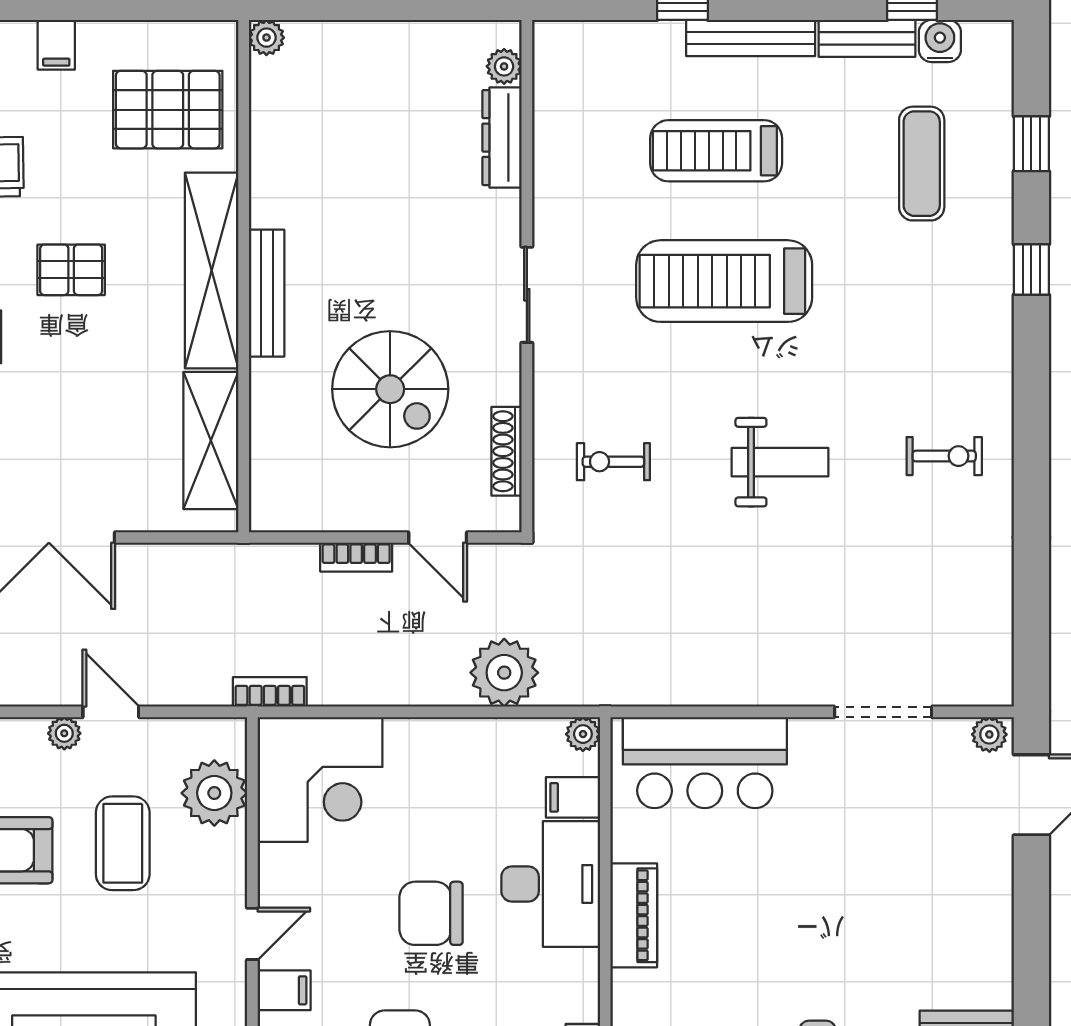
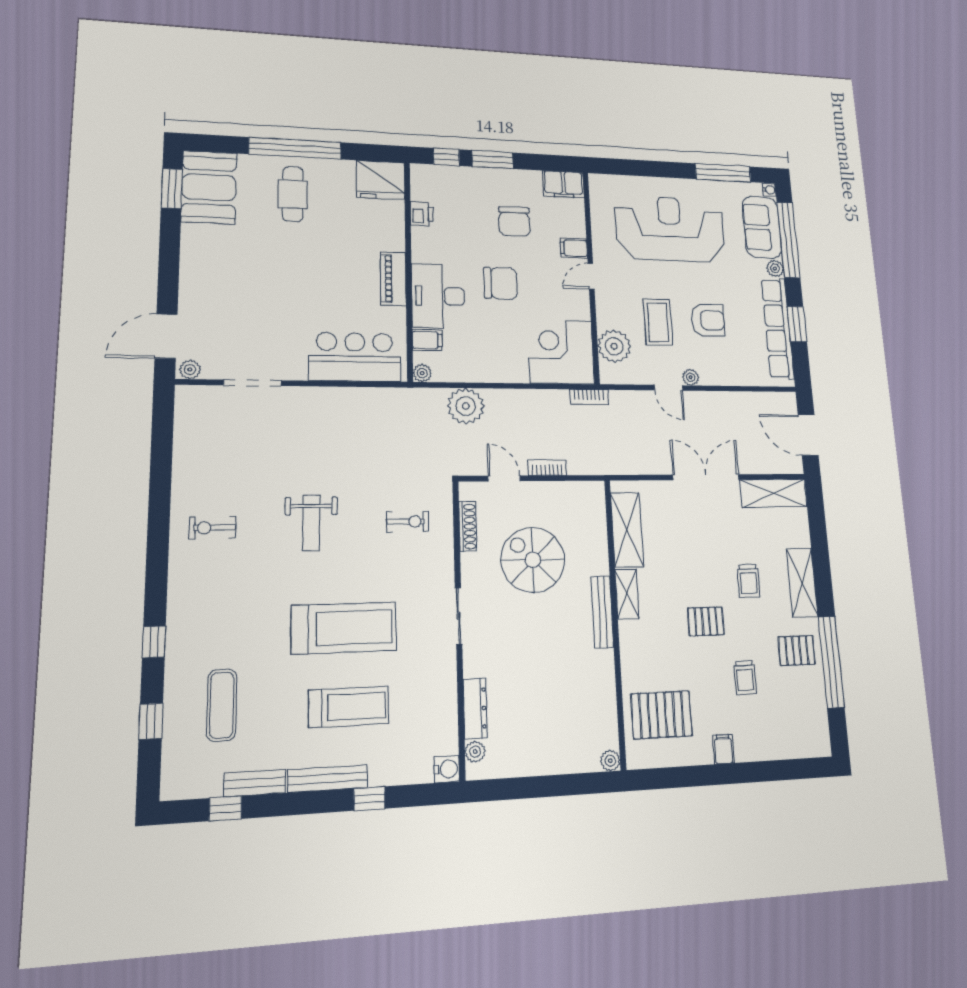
water cooler: (940, 41) -> (447, 769), moved, turned -90
shelving: (212, 271) -> (627, 594), width x0.45, depth x0.75
weight bench: (780, 462) -> (311, 523), turned -90

